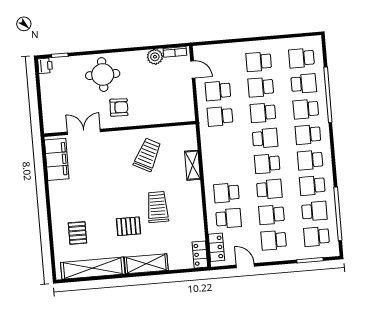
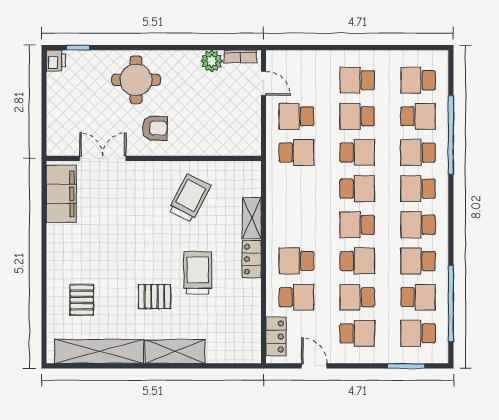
school desk: (263, 113) -> (357, 152), turned 180
school desk: (220, 116) -> (296, 152), turned 180
school desk: (274, 240) -> (357, 333), turned 180
locker: (200, 255) -> (252, 259), moved

